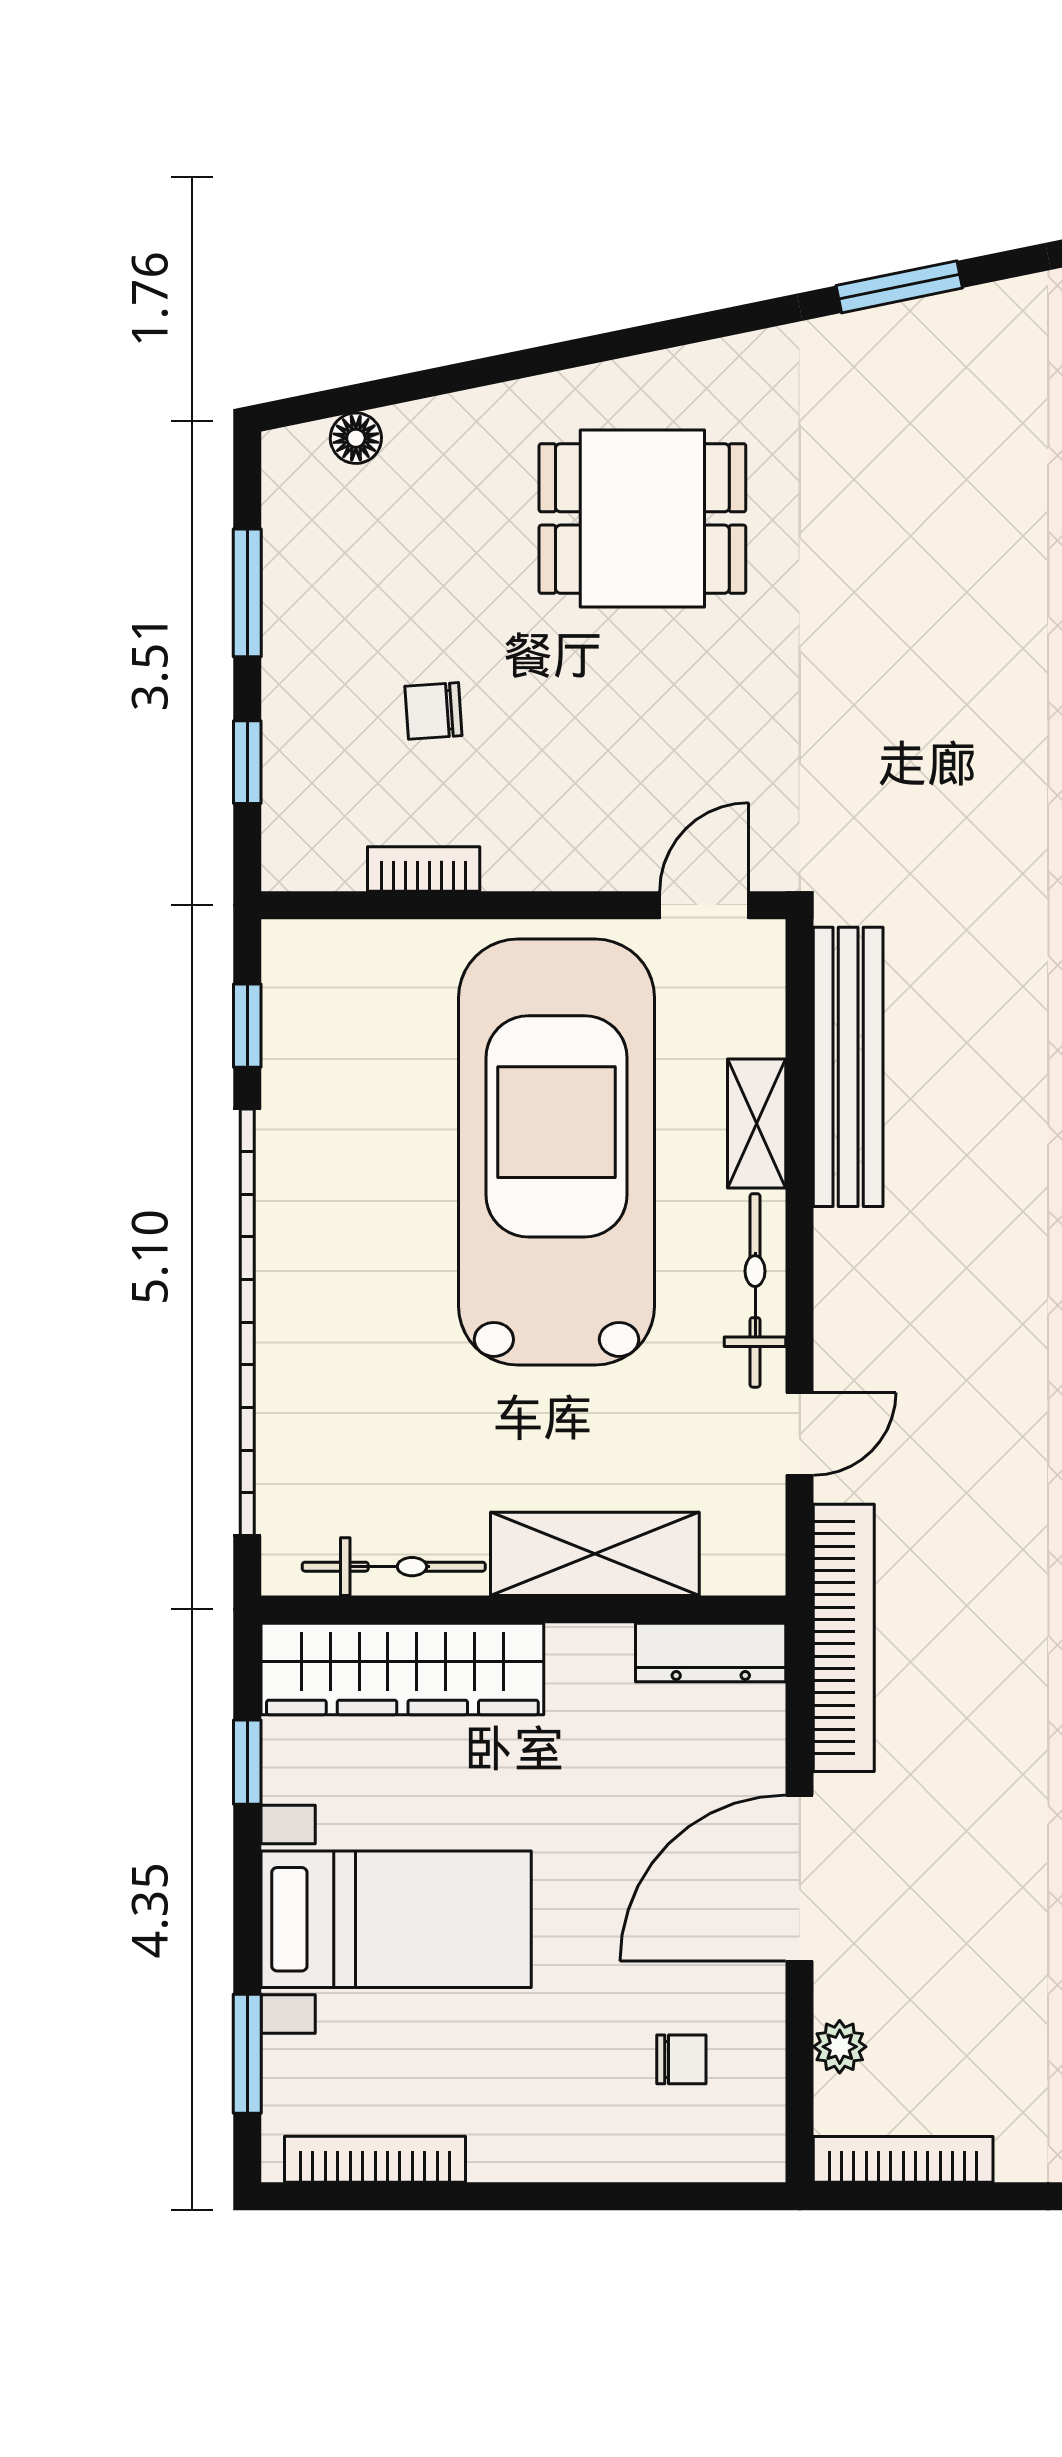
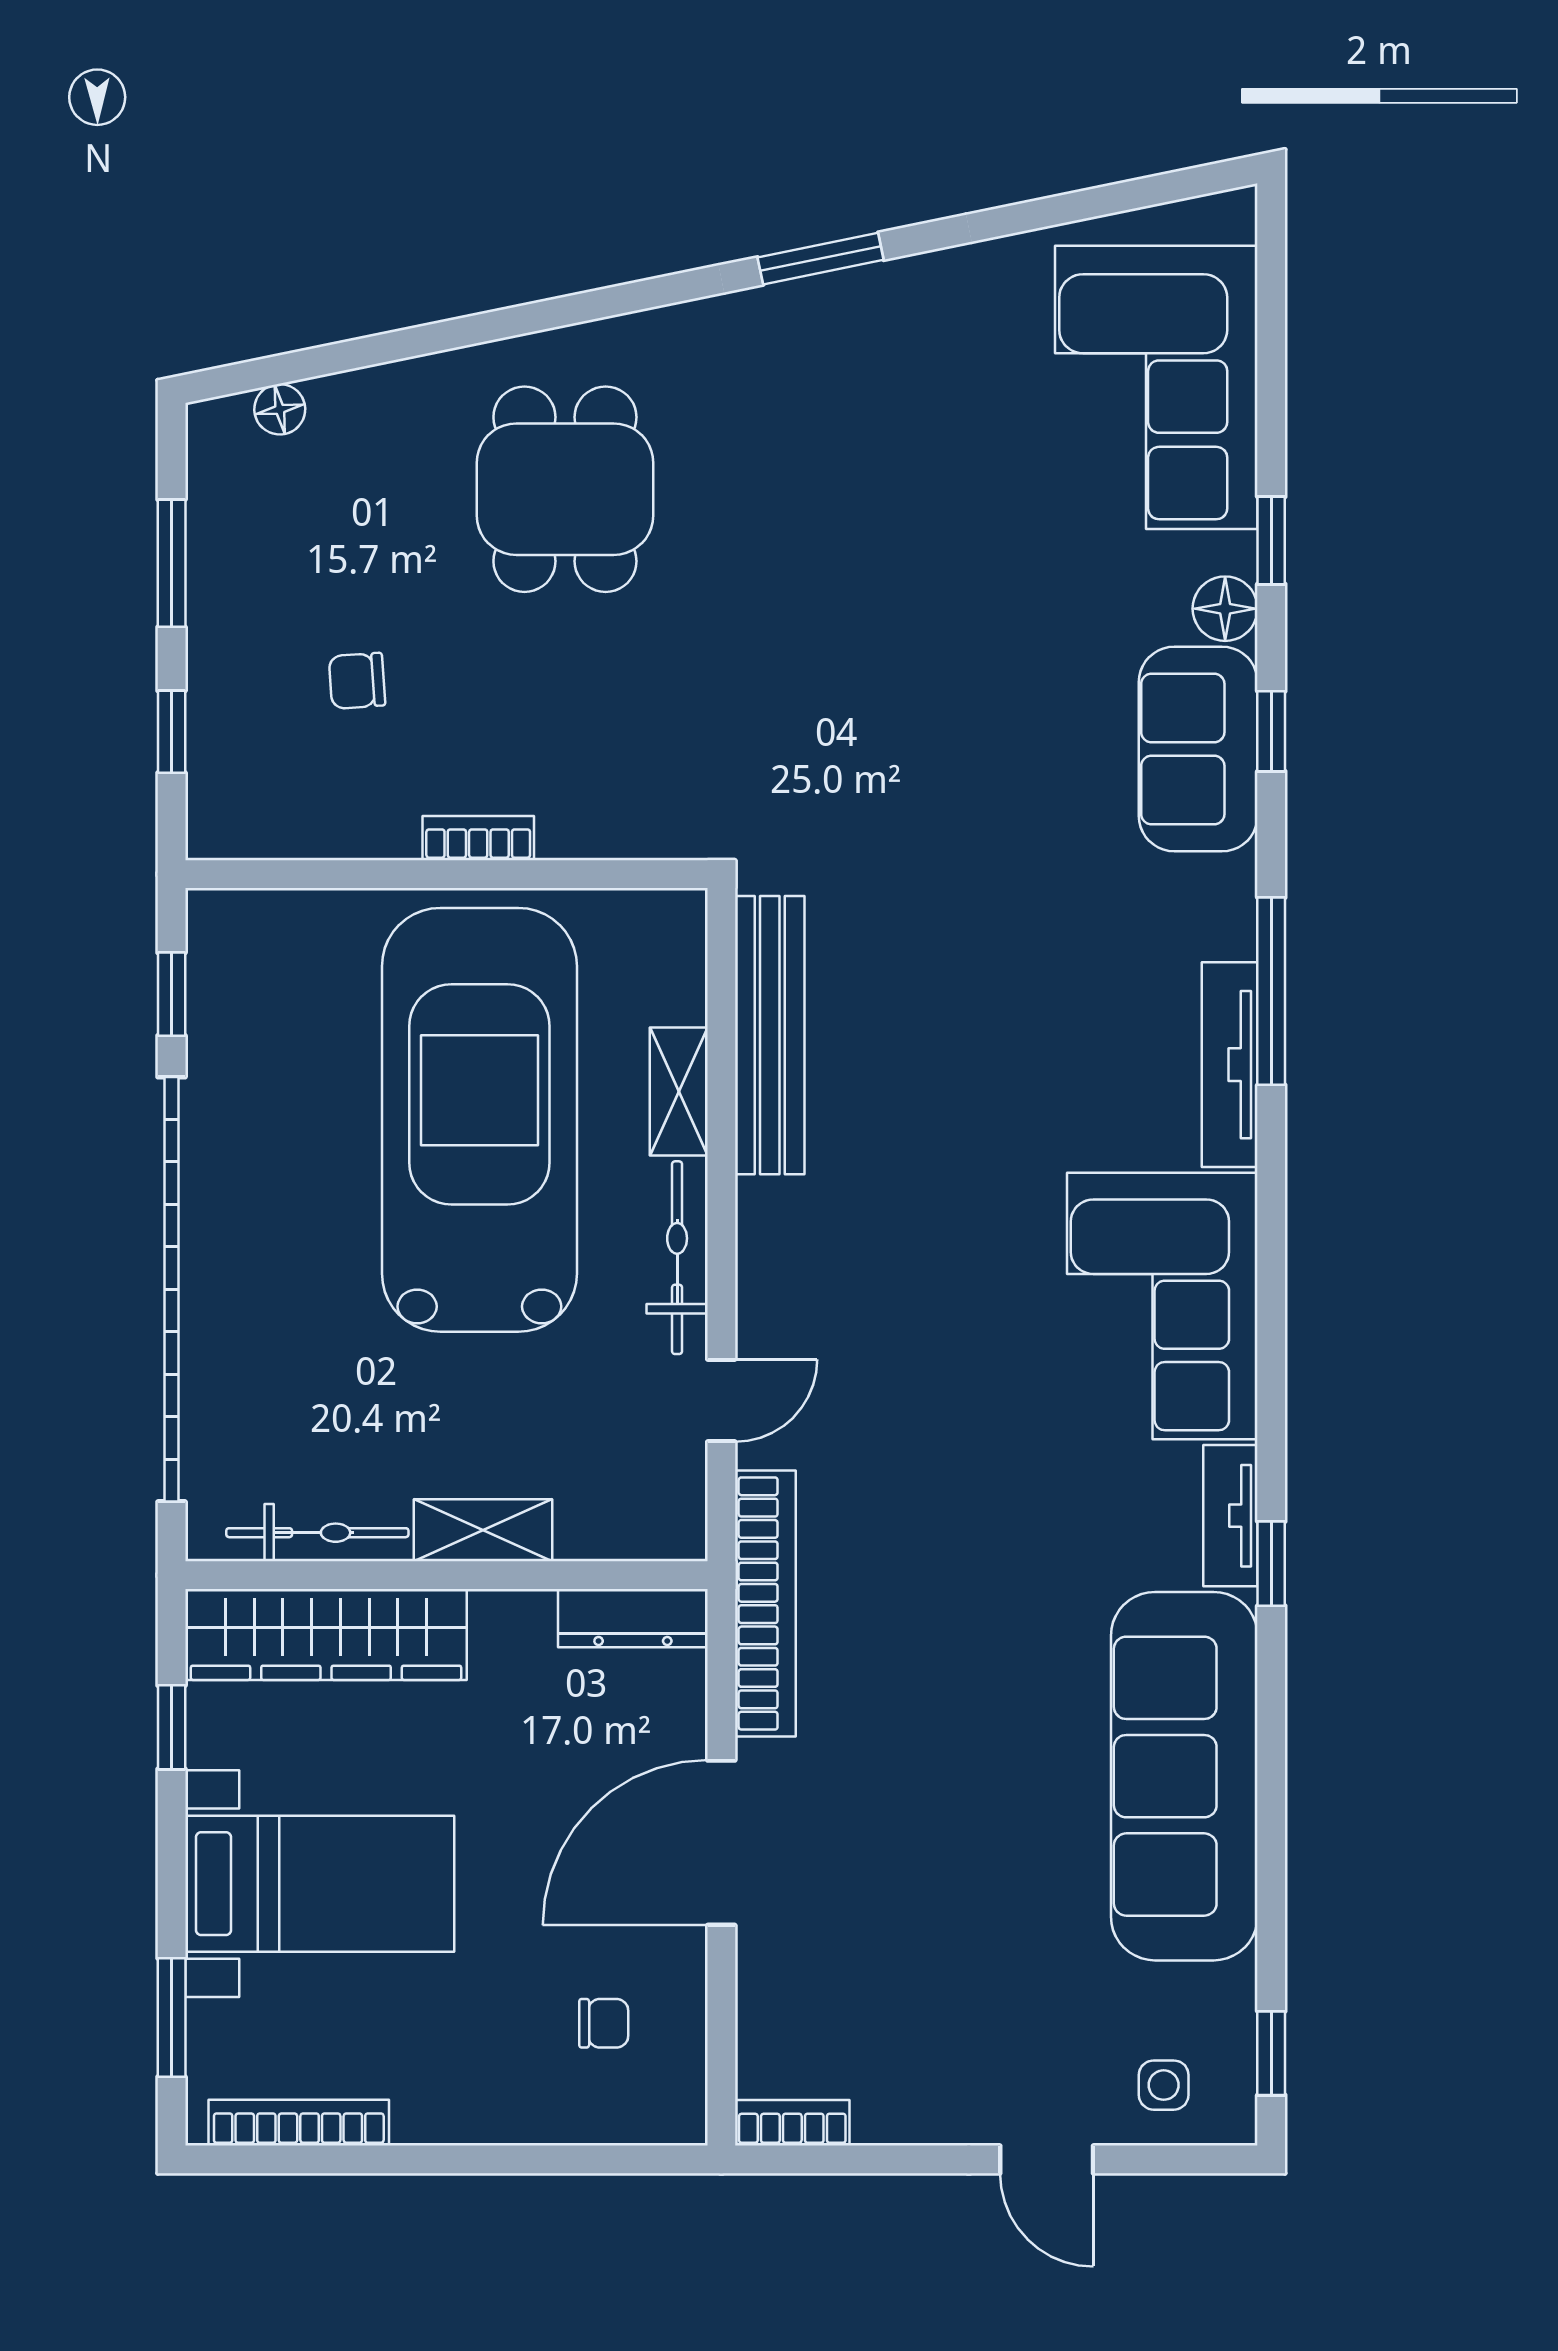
dining table: (642, 518) -> (565, 489), turned 90
bookcase: (424, 869) -> (478, 838), moved
door: (704, 905) -> (627, 874), removed
shelving: (595, 1554) -> (483, 1530), width x0.67, depth x0.75
plant: (840, 2047) -> (761, 2011), removed
bookcase: (903, 2159) -> (792, 2123), width x0.64

